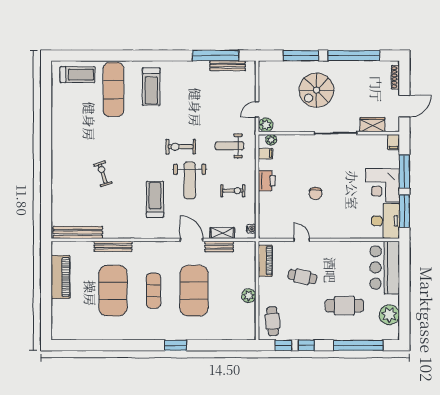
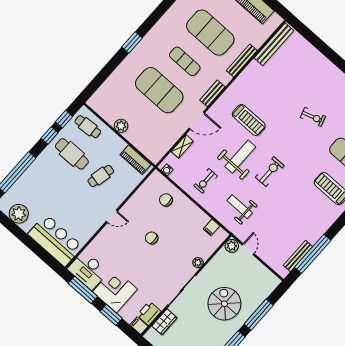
plant: (271, 140) -> (198, 263), moved
weight bench: (229, 146) -> (240, 207), turned -90
window: (404, 171) -> (111, 315), width x0.69
exercise bike: (103, 174) -> (313, 117), moved
weight bench: (190, 180) -> (240, 157), turned 90
printer: (267, 181) -> (149, 313), moved, turned 90
chair: (276, 209) -> (166, 200), added
door: (302, 240) -> (112, 216), moved
bench: (219, 246) -> (212, 93), moved
cafe table: (344, 306) -> (72, 154), moved, turned 90

